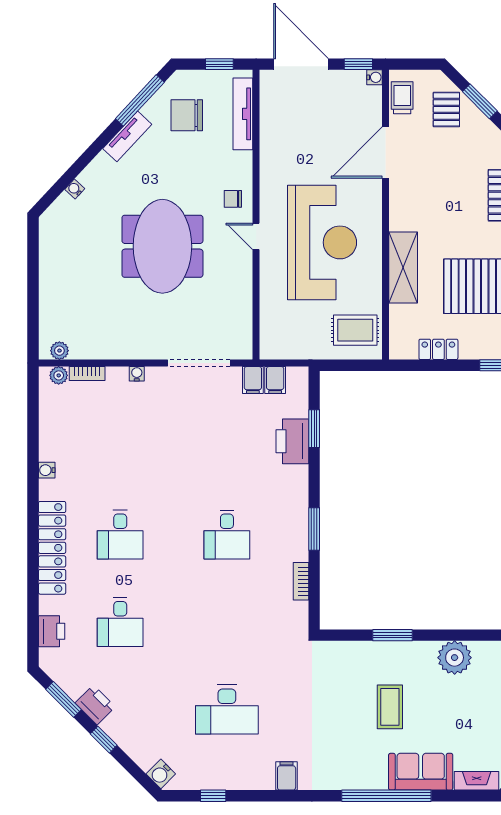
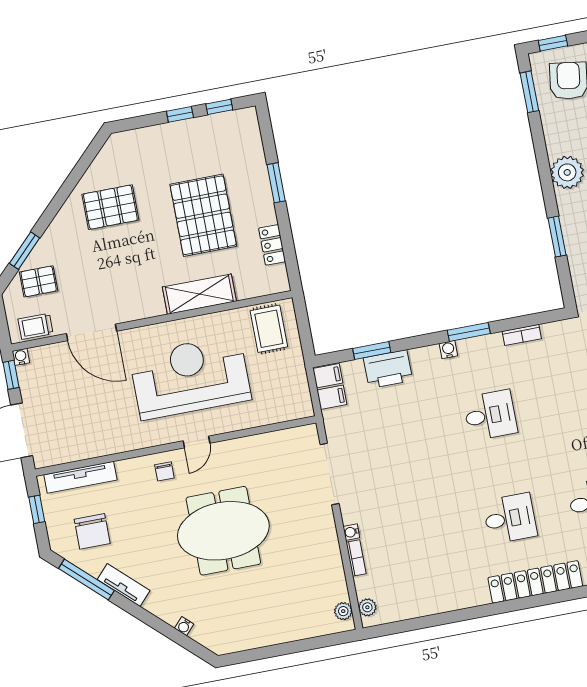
bookcase: (87, 373) -> (356, 558), moved
filing cabinet: (253, 380) -> (328, 376), moved
water cooler: (47, 470) -> (448, 350), moved, turned 180

